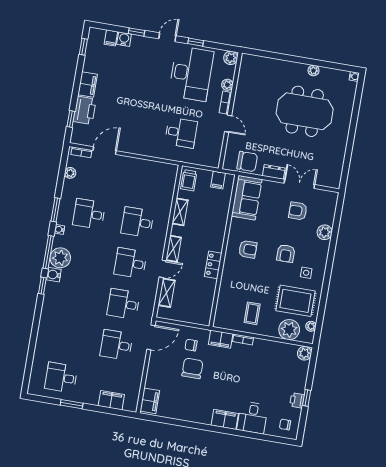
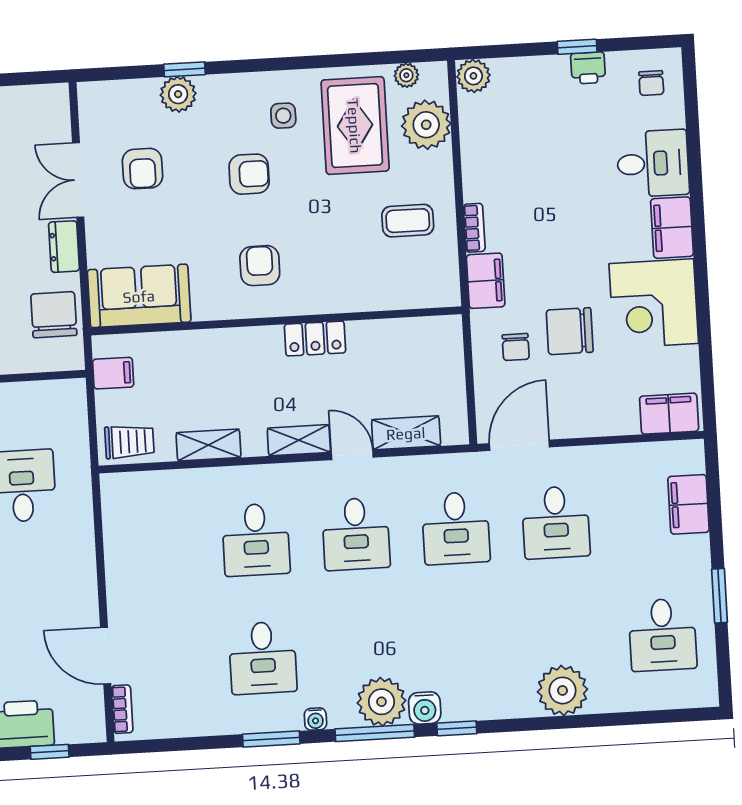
plant: (70, 173) -> (563, 690), moved, width x1.88, depth x1.88
window: (334, 237) -> (184, 69), added
door: (151, 337) -> (519, 445), hinge flipped
corner desk: (196, 405) -> (654, 304), added

